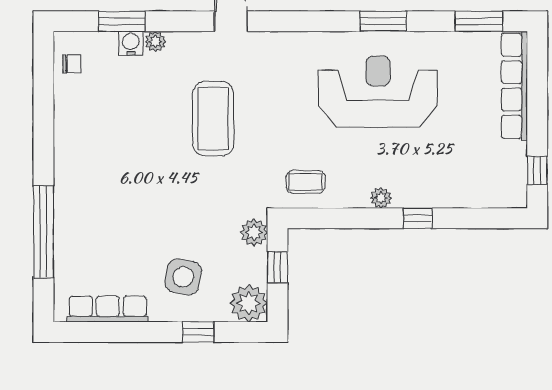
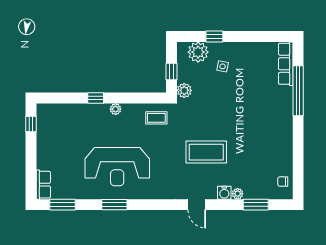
water cooler: (131, 43) -> (224, 193), moved
row of seats: (514, 86) -> (43, 185), width x0.50
coffee table: (213, 119) -> (206, 152), turned 90
side table: (183, 277) -> (223, 66), width x0.54, depth x0.54
plant: (249, 303) -> (198, 52), moved
row of seats: (108, 309) -> (286, 64), moved, turned 90

